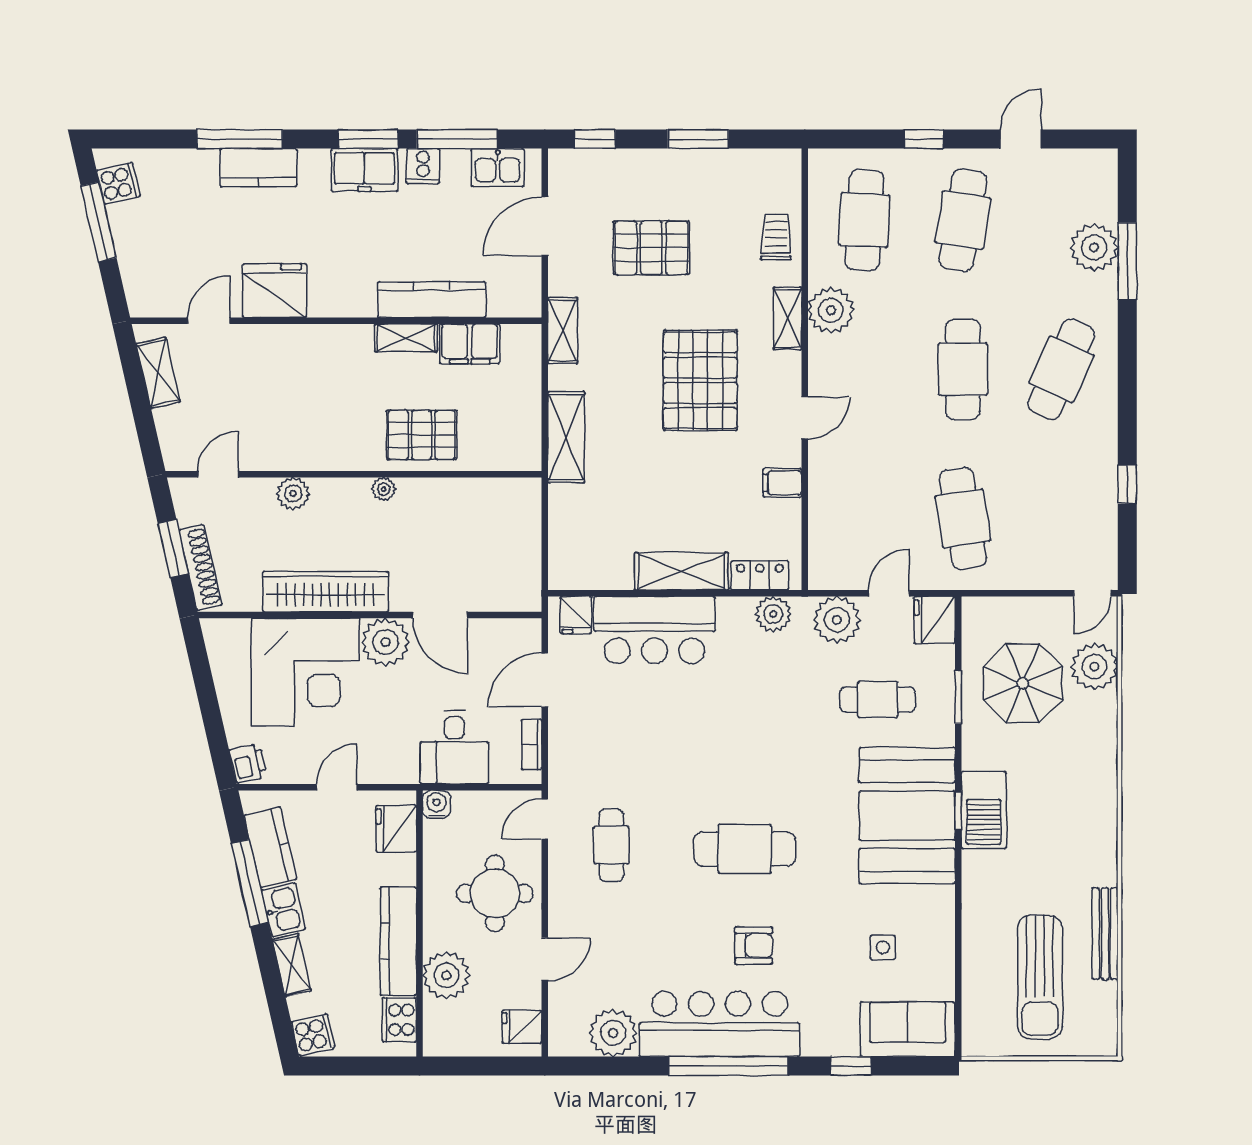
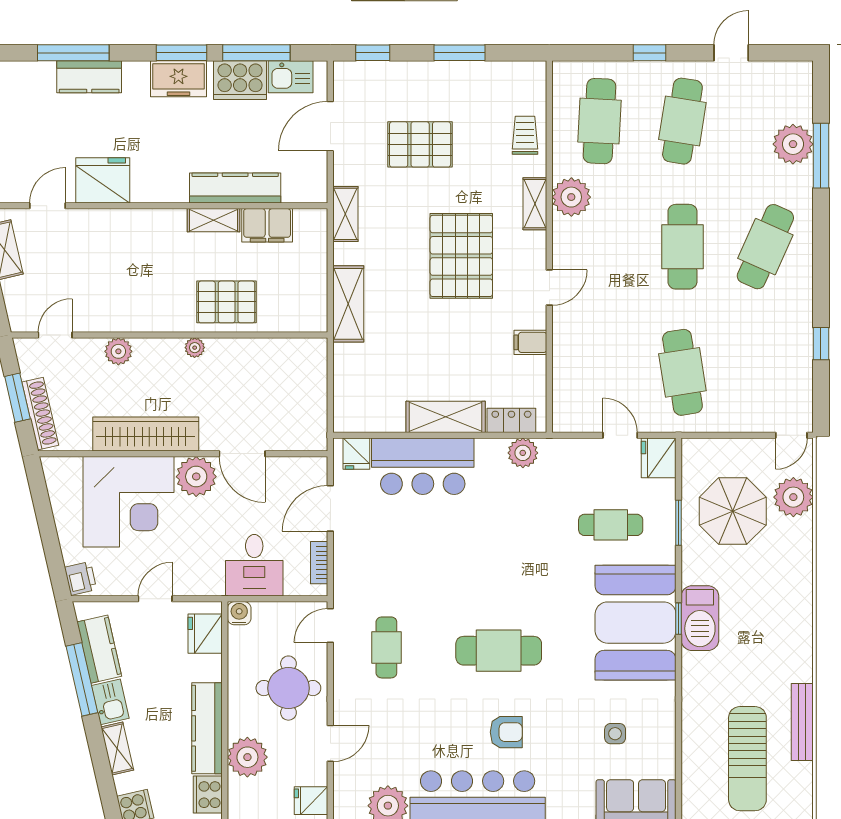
cooker: (423, 166) -> (240, 80), width x1.87, depth x1.31
door: (889, 593) -> (620, 435), hinge flipped
plant: (837, 620) -> (576, 458), removed

